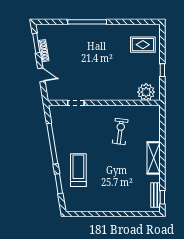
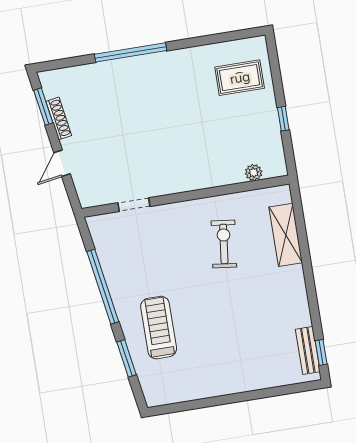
door: (41, 75) -> (62, 163), swing flipped
plant: (146, 92) -> (254, 173), width x0.53, depth x0.53
shelving: (154, 158) -> (286, 235), moved

